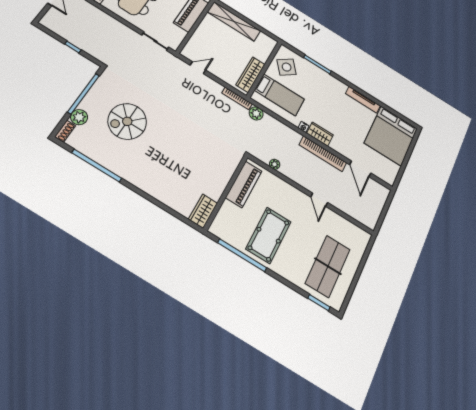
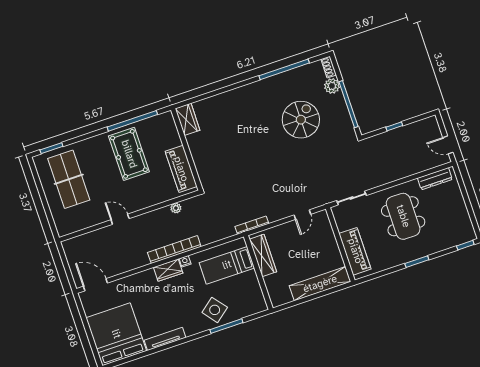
side table: (287, 67) -> (215, 310), moved
plant: (256, 113) -> (227, 230), removed
bookcase: (323, 154) -> (174, 250), moved
door: (360, 169) -> (95, 285), moved

